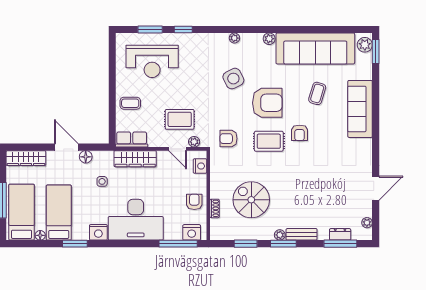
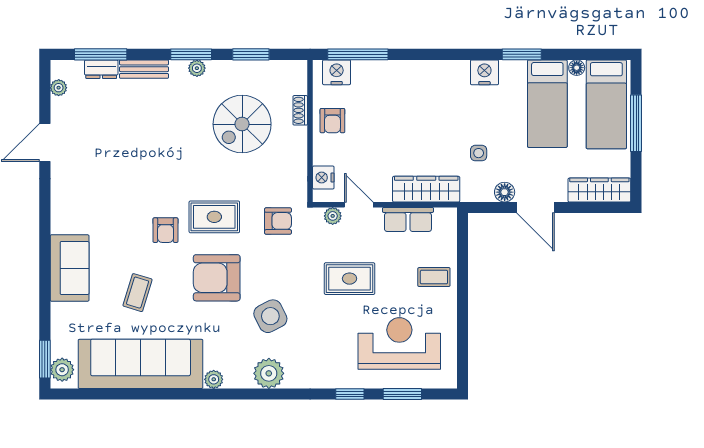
plant: (234, 38) -> (269, 373), width x1.88, depth x1.88
sofa: (360, 109) -> (70, 268), width x0.73
rug: (180, 119) -> (350, 279), moved
armchair: (300, 133) -> (165, 230), turned 180
row of seats: (132, 140) -> (408, 219), moved
spiral stairs: (251, 200) -> (242, 124), turned 90
desk: (136, 220) -> (425, 92), removed
bench: (302, 234) -> (144, 69), moved

